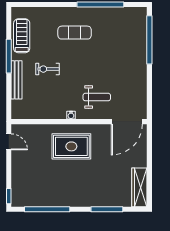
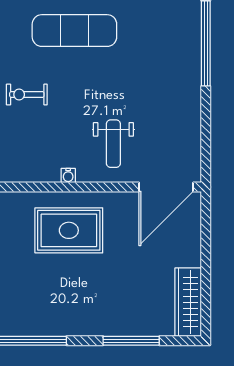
exercise mat: (75, 33) -> (74, 31), width x1.36, depth x1.45
weight bench: (97, 97) -> (113, 144), turned 90

